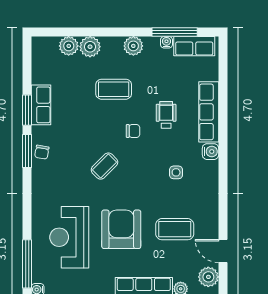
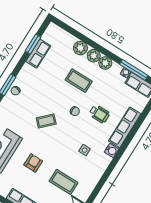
plant: (69, 46) -> (94, 56), moved
row of seats: (41, 105) -> (38, 54), moved
window: (27, 110) -> (33, 44), moved
wheelchair: (166, 115) -> (99, 114), turned 90
armchair: (121, 229) -> (33, 163), width x0.53, depth x0.53

